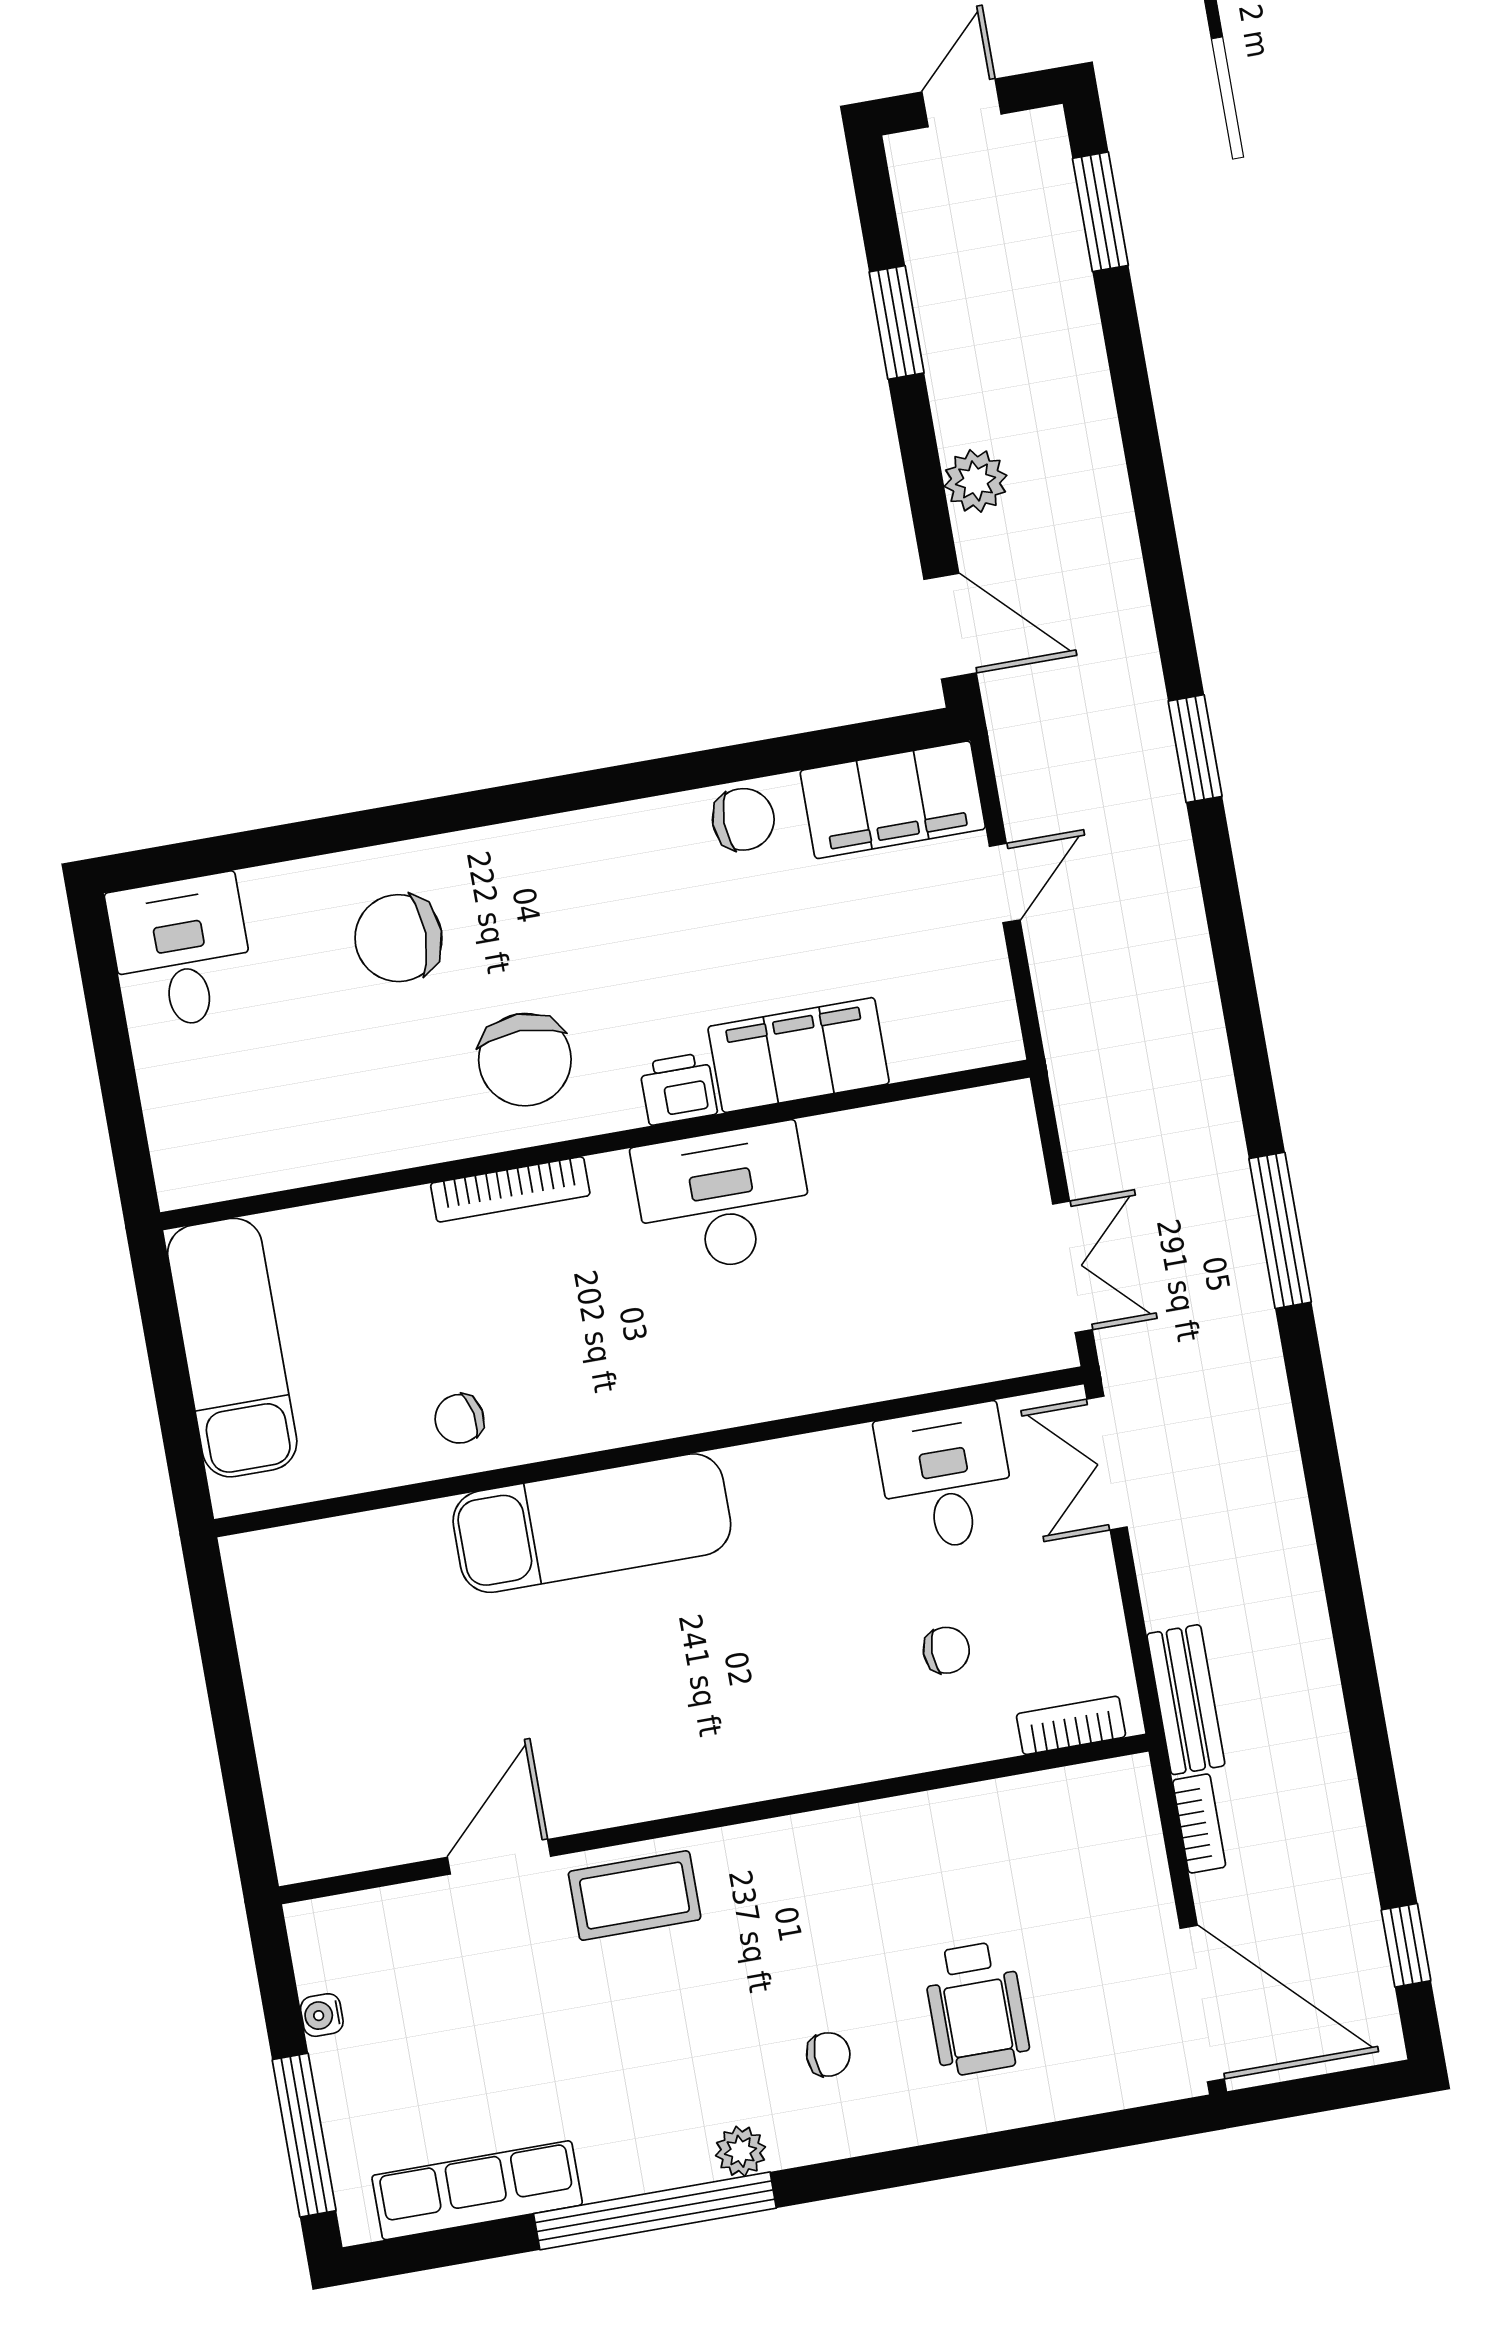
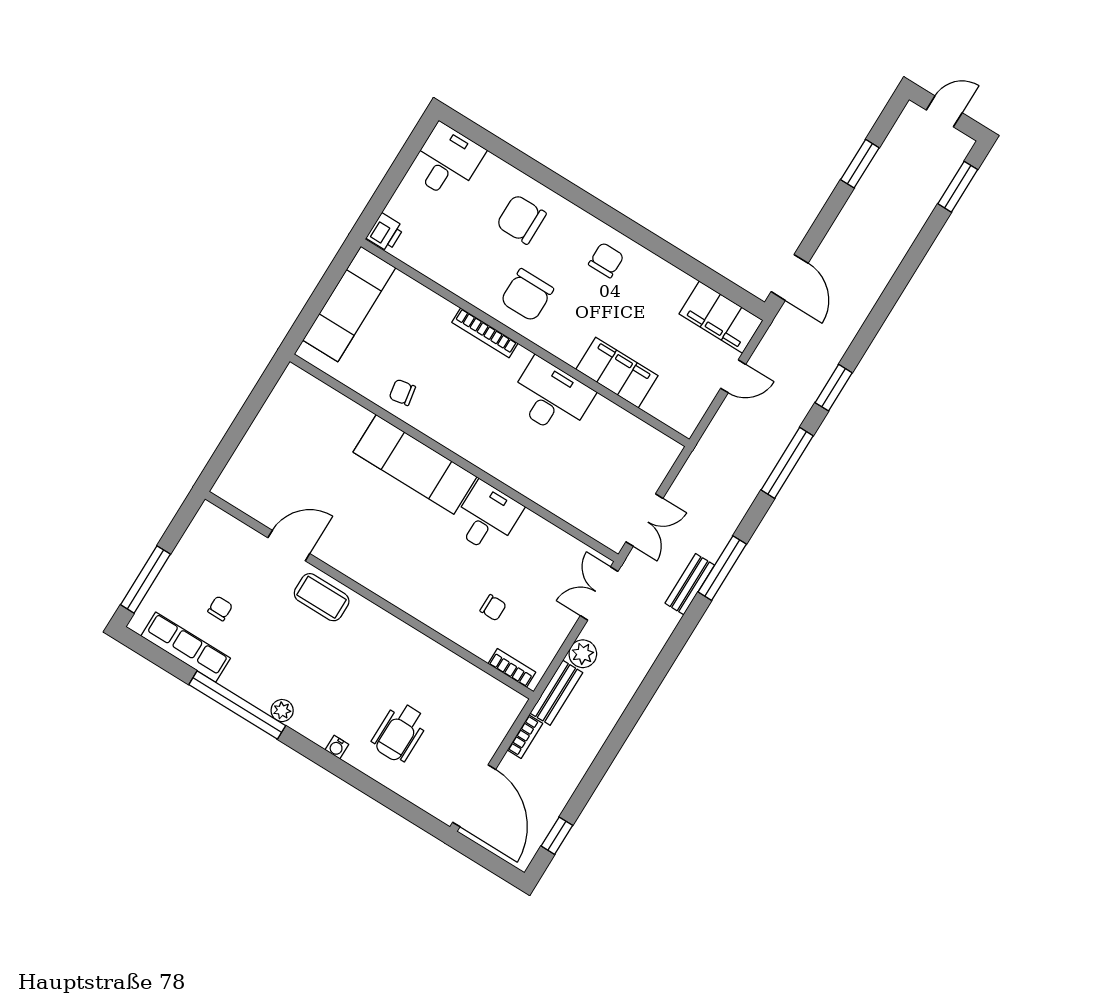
plant: (975, 481) -> (583, 654), moved
chair: (743, 819) -> (606, 260), moved, turned -90
window: (1230, 949) -> (787, 463), added
printer: (678, 1089) -> (385, 232), moved, turned 90
bench: (1249, 1308) -> (690, 584), added
desk: (946, 1478) -> (487, 517), moved
water cooler: (322, 2015) -> (337, 747), moved, turned -90
chair: (828, 2054) -> (220, 608), moved, turned -90

